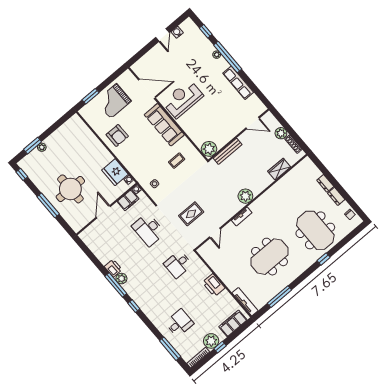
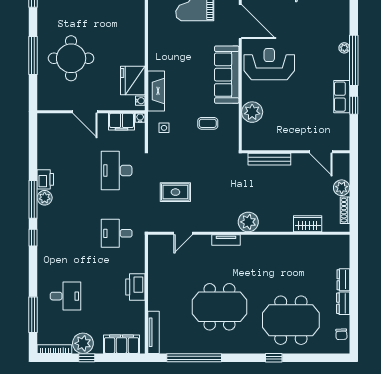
window: (206, 31) -> (354, 105), moved
row of seats: (238, 83) -> (342, 97), width x0.68
armchair: (117, 135) -> (168, 44), removed
plant: (209, 149) -> (252, 112), moved
fireplace: (133, 167) -> (156, 91), added
door: (103, 212) -> (85, 112), swing flipped
meeting table: (315, 230) -> (291, 320), turned 90
window: (279, 297) -> (194, 358), width x1.46

